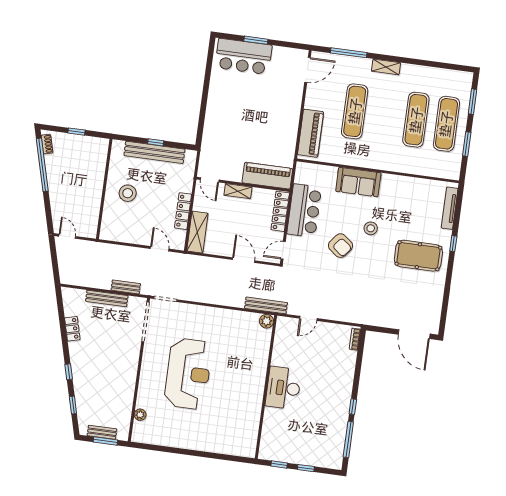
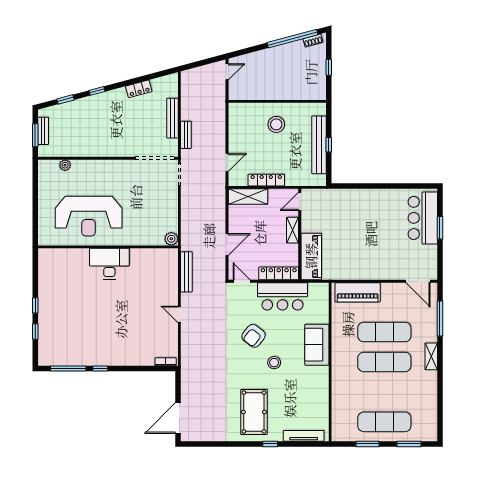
exercise mat: (416, 120) -> (384, 362), moved
plant: (266, 321) -> (171, 239), moved
reception desk: (188, 374) -> (89, 216), moved
wall: (266, 387) -> (108, 247), moved
desk: (283, 388) -> (109, 264), moved

